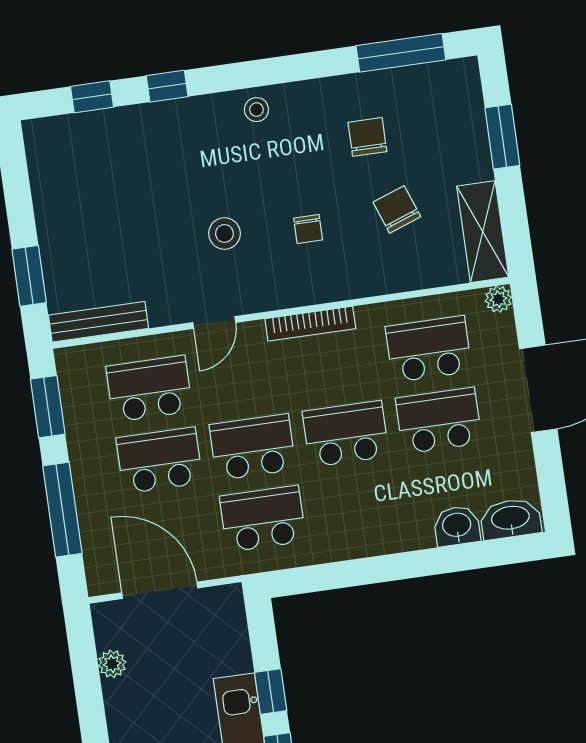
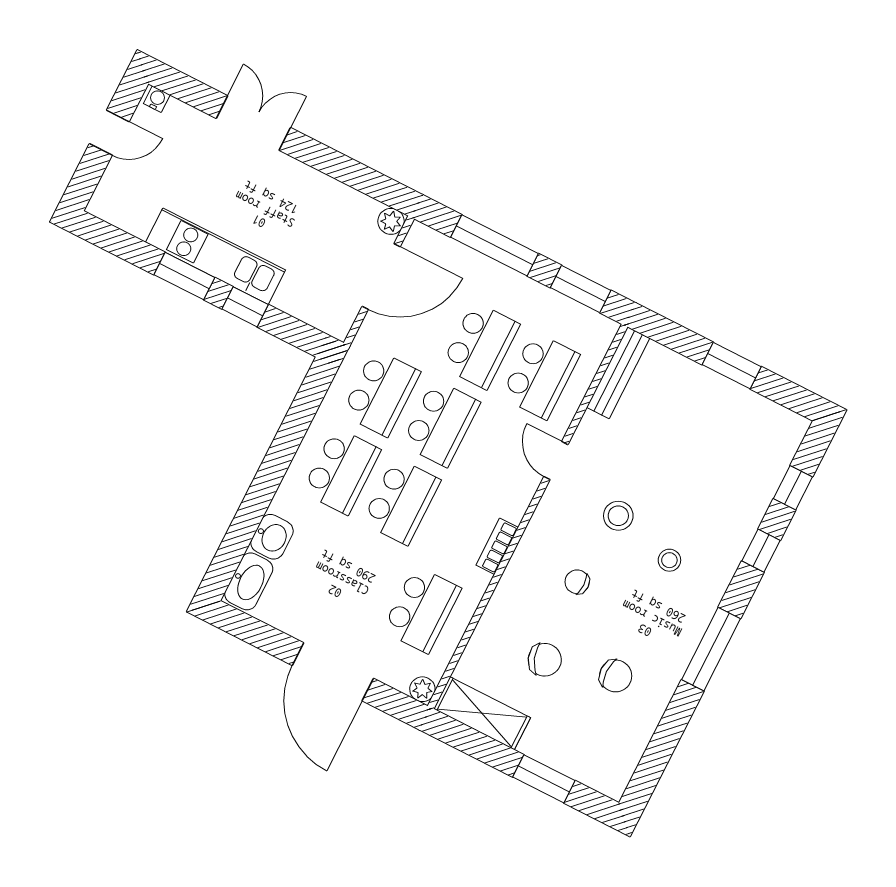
window: (401, 53) -> (711, 649), moved
stool: (256, 110) -> (669, 560), moved
window: (29, 276) -> (732, 366), moved
bookcase: (310, 324) -> (497, 546), width x0.64
school desk: (439, 421) -> (341, 471), moved
plant: (112, 664) -> (391, 221), moved

